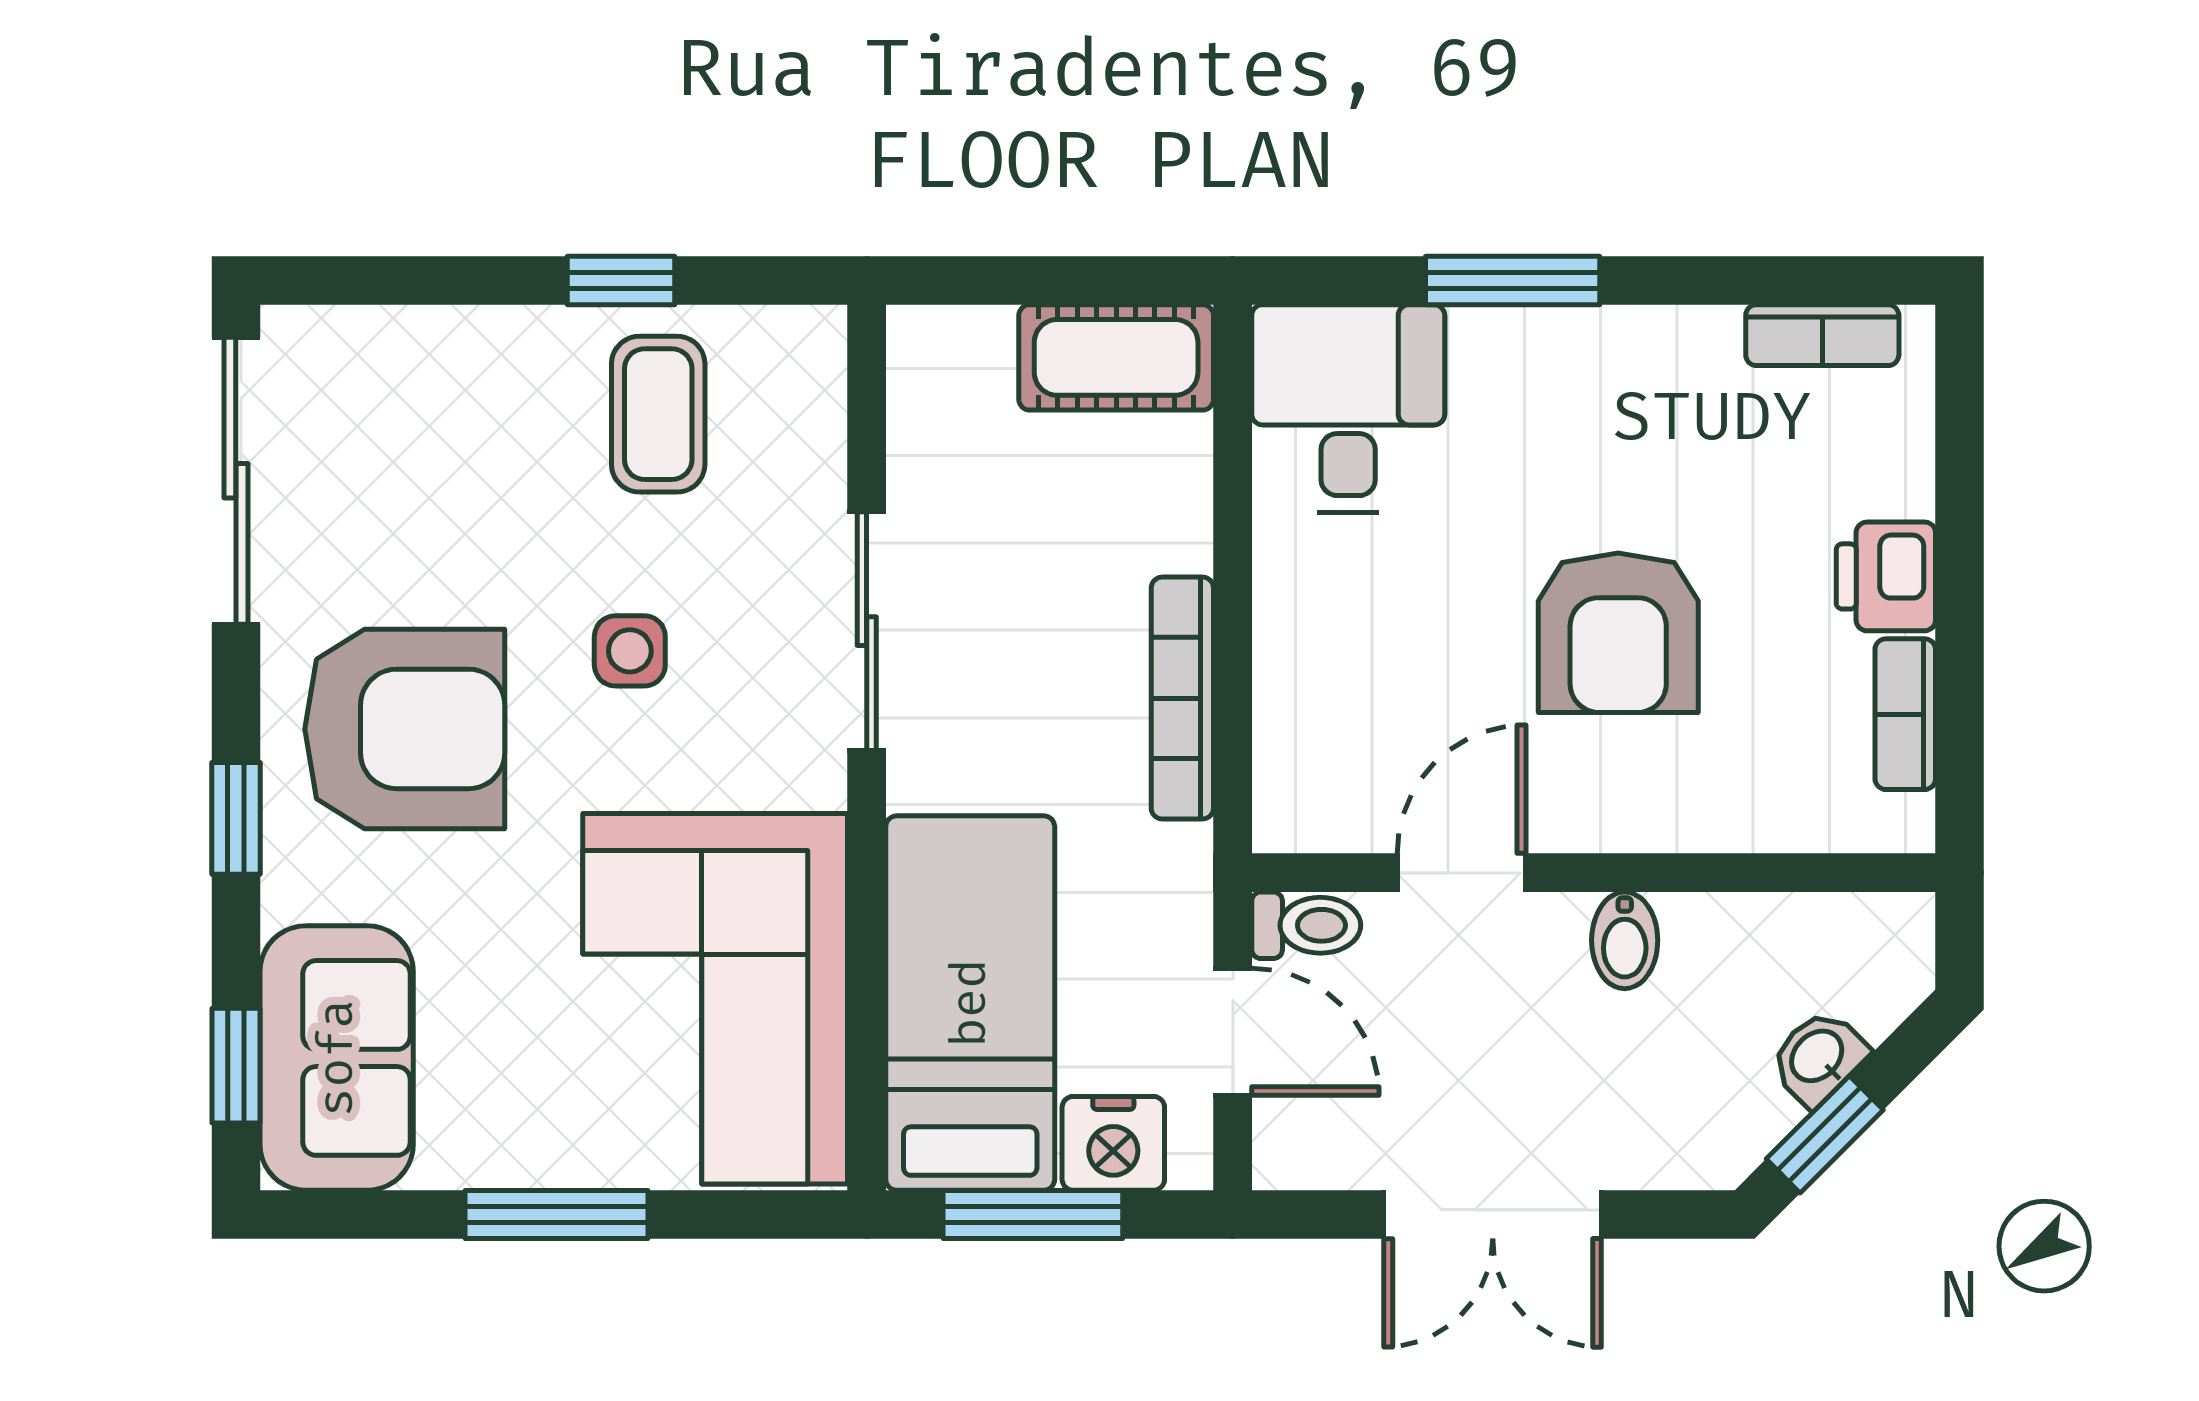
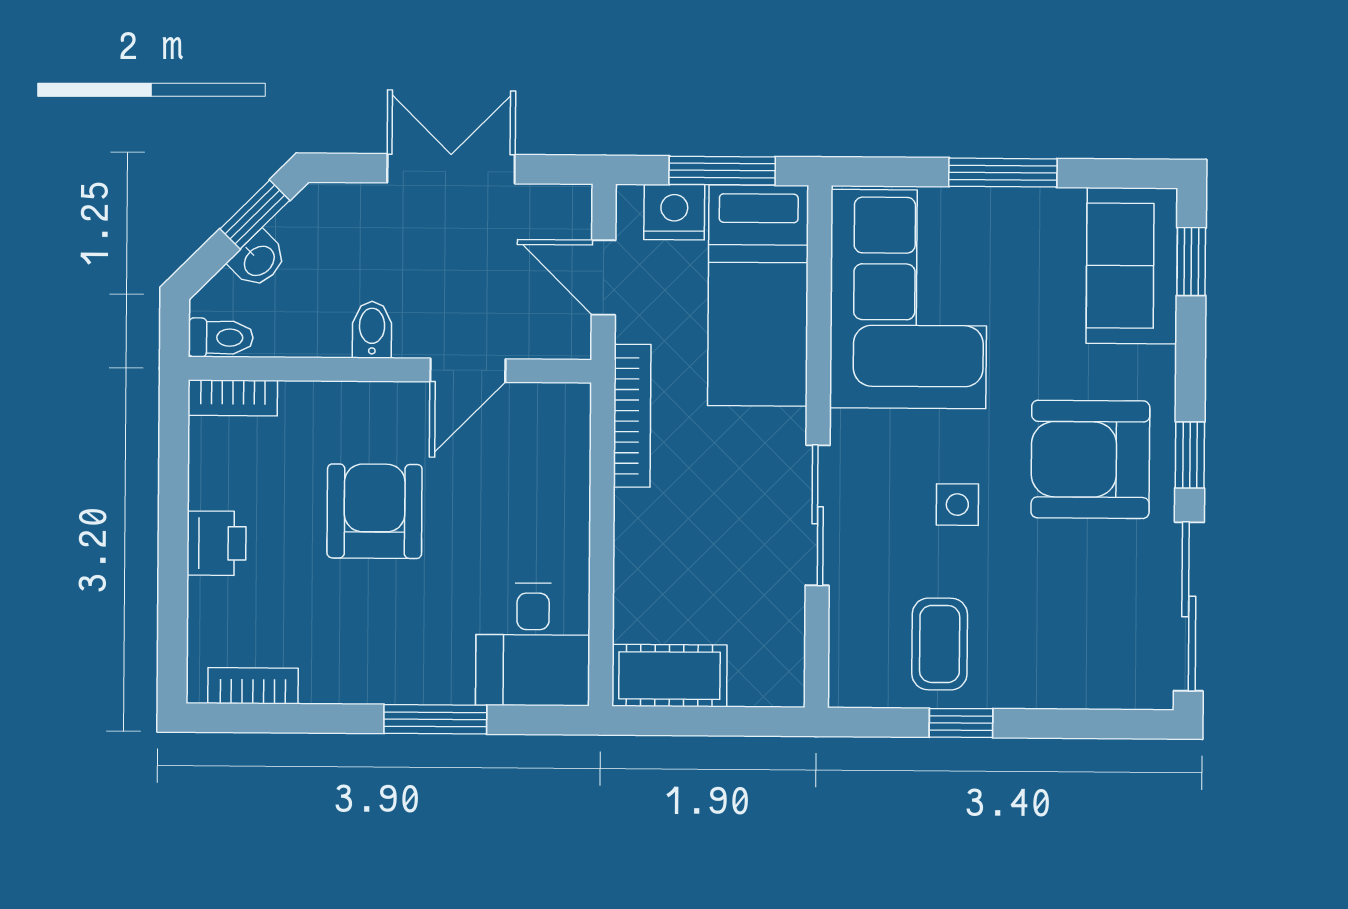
bookcase: (1182, 698) -> (632, 416), moved
bookcase: (1905, 714) -> (233, 398), moved, turned 90
window: (236, 818) -> (1190, 455), moved
toilet: (1306, 925) -> (221, 338), moved, turned 180

